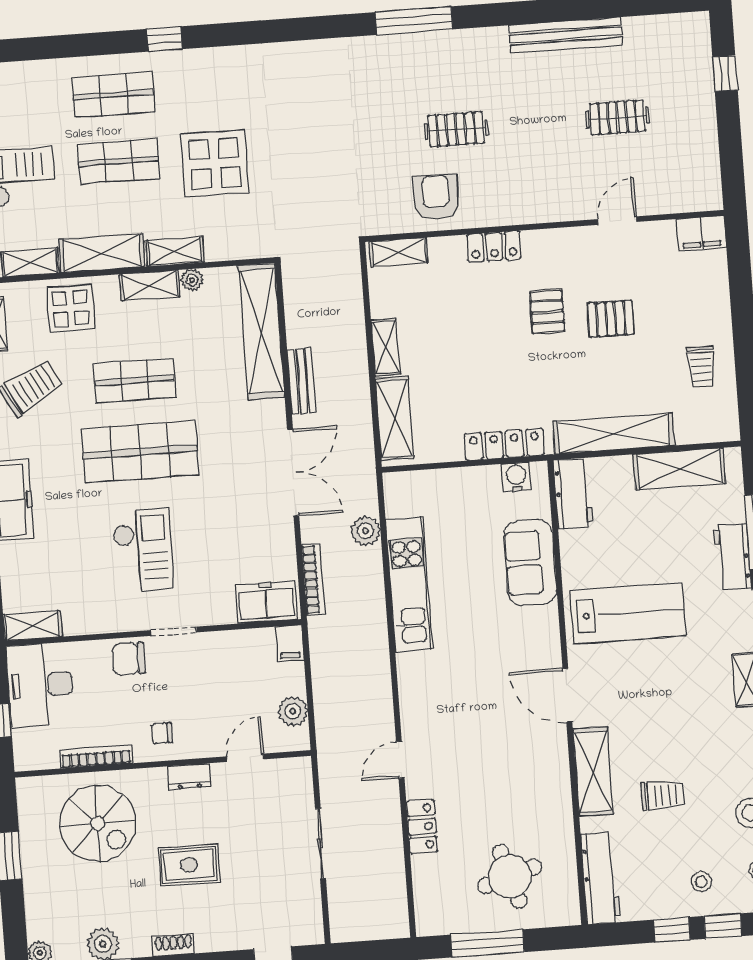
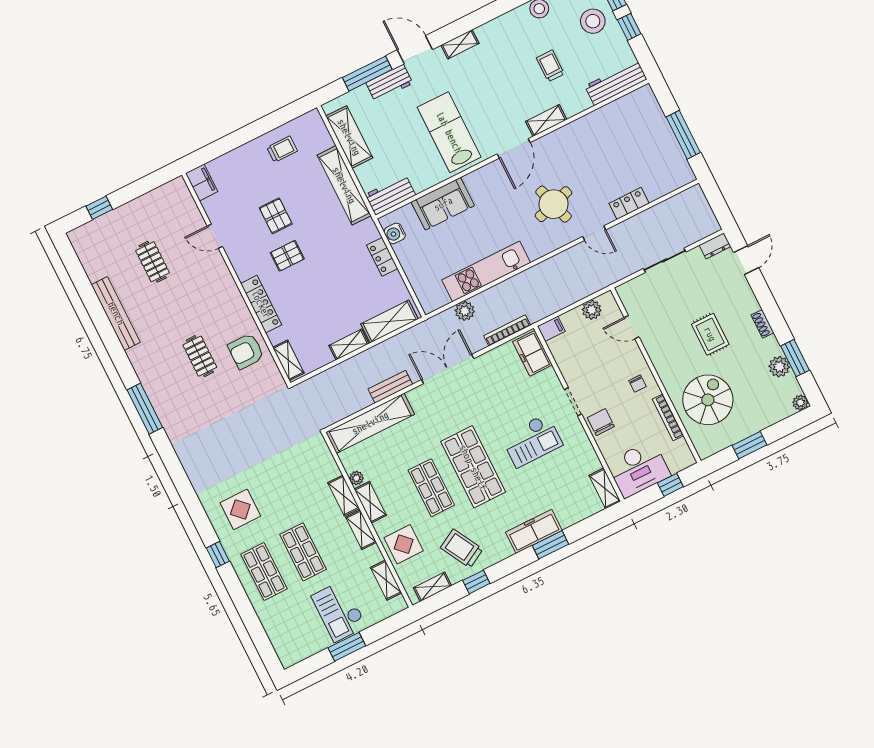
display table: (215, 163) -> (240, 509), moved, width x0.73, depth x0.73
locker: (494, 247) -> (261, 304), width x1.53
shelving: (102, 253) -> (361, 530), width x0.67, depth x0.75
locker: (504, 444) -> (382, 257), width x0.66
checkout: (143, 550) -> (532, 440), turned 180
chair: (129, 659) -> (601, 422), turned 180
shelving: (593, 771) -> (546, 120), width x0.67, depth x0.75
dresser: (189, 777) -> (715, 246), moved, turned 90
round table: (510, 876) -> (554, 204), moved
stool: (701, 882) -> (593, 21), width x1.89, depth x1.89

